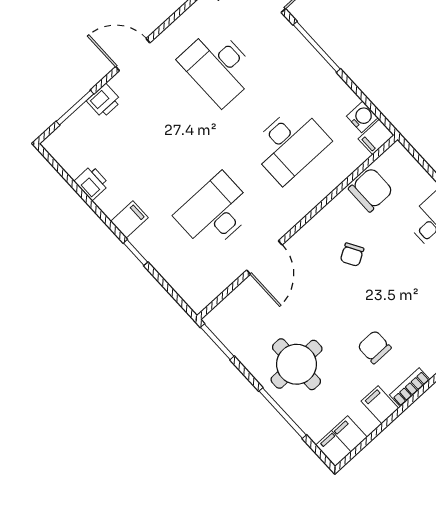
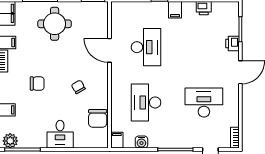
water cooler: (362, 117) -> (141, 142), moved
chair: (374, 347) -> (37, 84), moved

